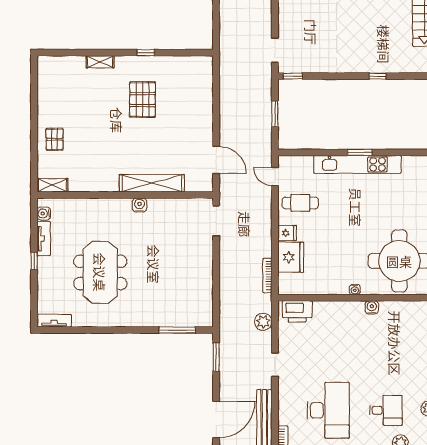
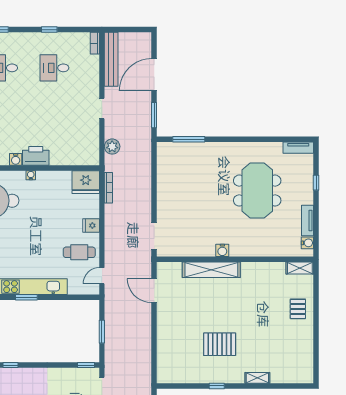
pallet: (142, 100) -> (220, 344), turned 90
door: (275, 177) -> (102, 276), swing flipped
fridge: (291, 257) -> (86, 182), moved, turned -90
window: (34, 261) -> (316, 183), moved
printer: (297, 311) -> (36, 156), moved
desk: (328, 410) -> (54, 68), width x0.53, depth x0.77
door: (216, 419) -> (154, 75), moved

